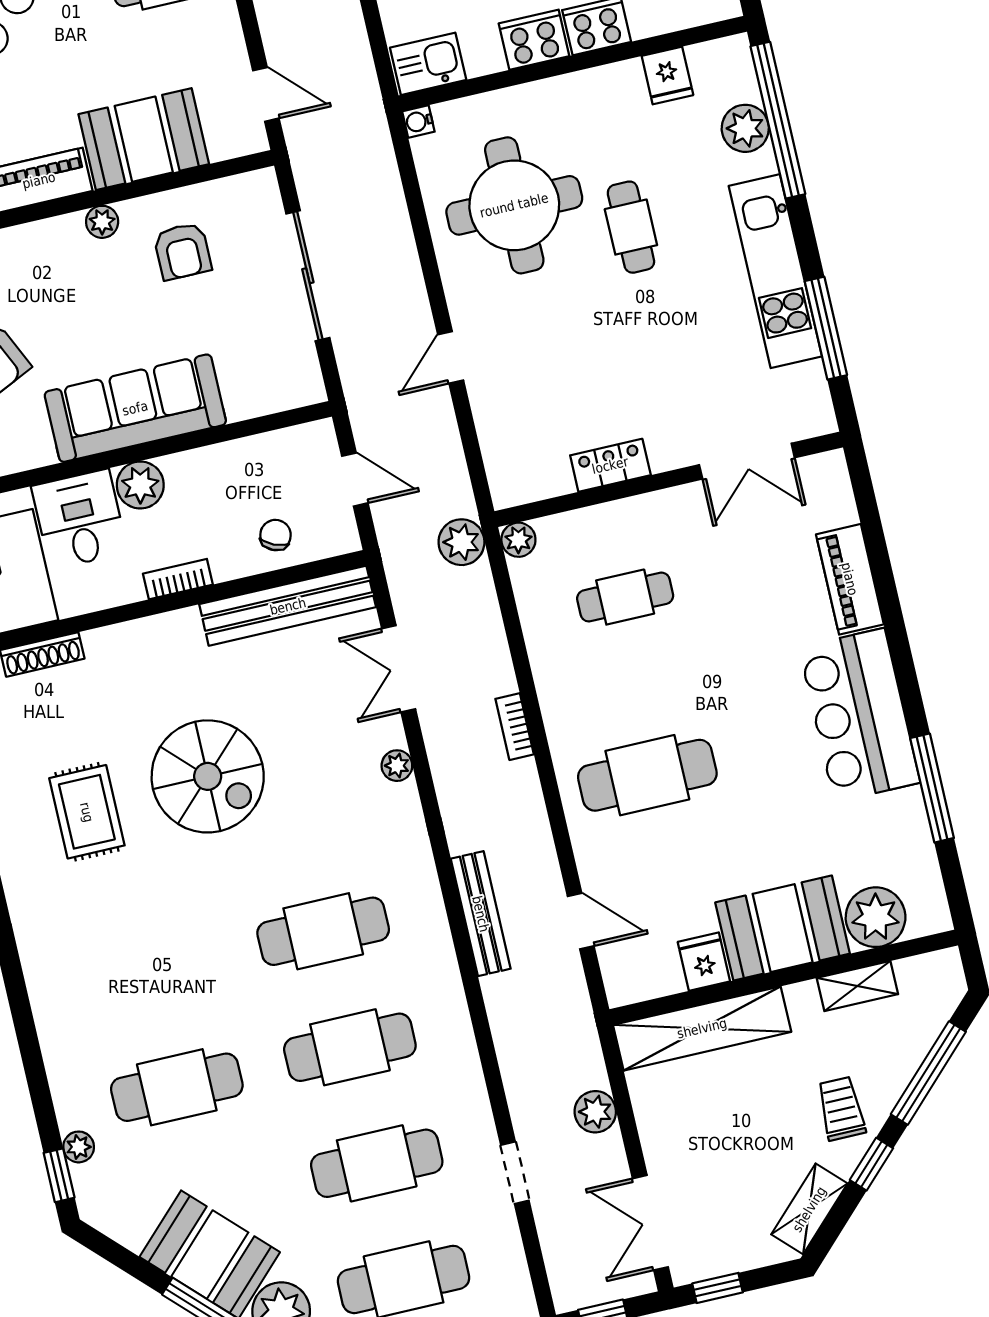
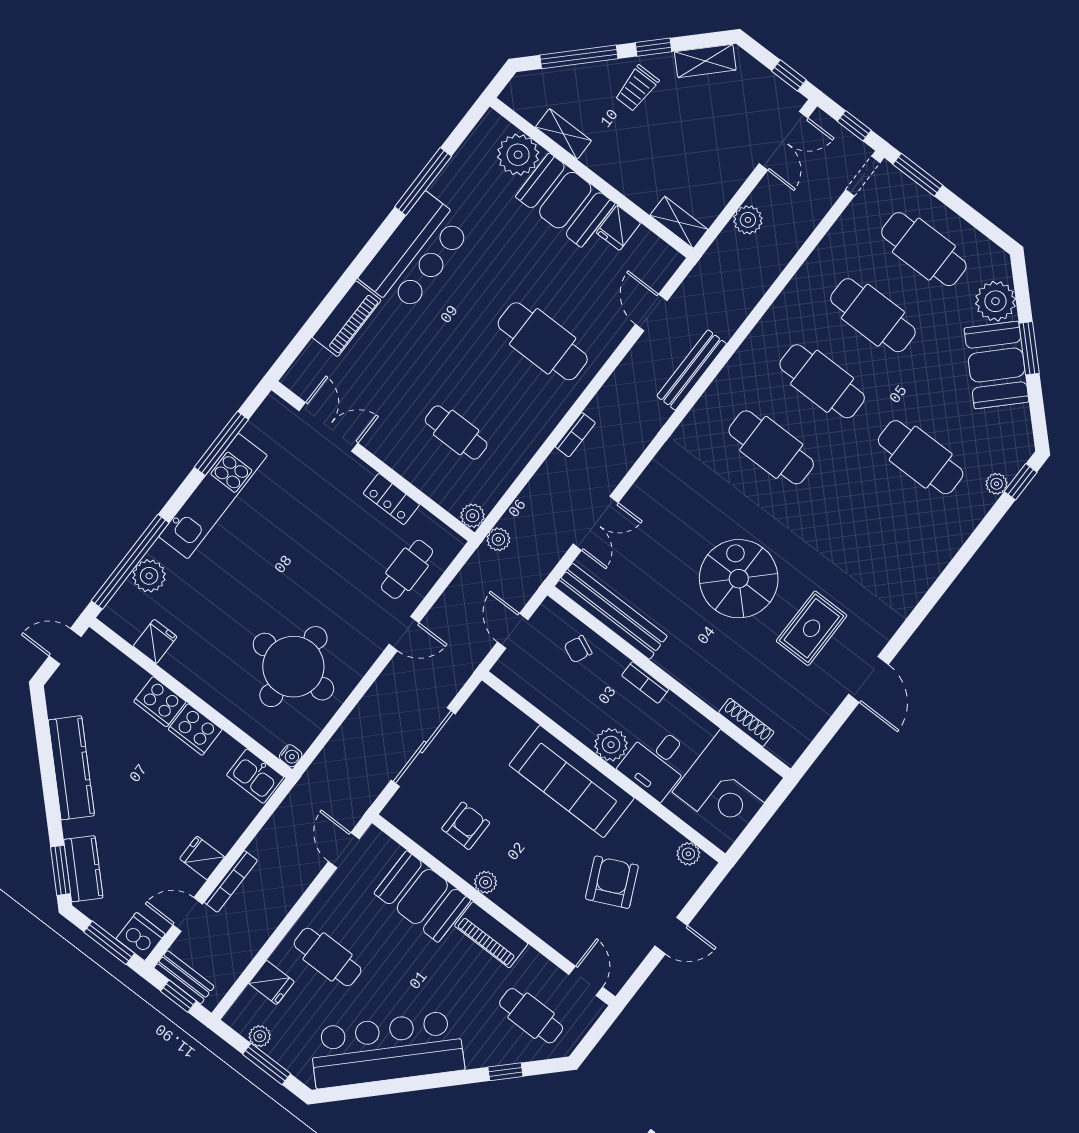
cafe table: (631, 227) -> (407, 569), moved
plant: (461, 542) -> (498, 539), width x0.73, depth x0.73
plant: (397, 766) -> (649, 481), removed
shelving: (702, 1028) -> (679, 222), width x0.45, depth x0.75
doorway: (515, 1173) -> (863, 176), moved

